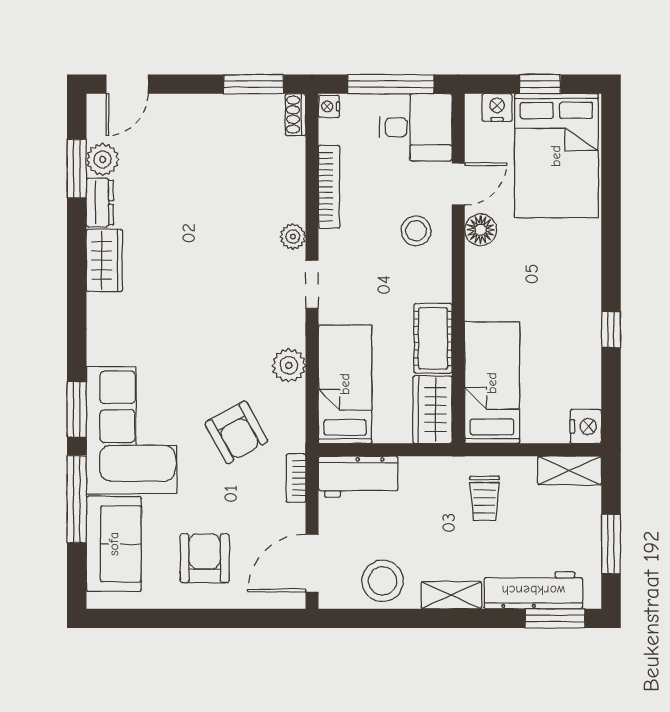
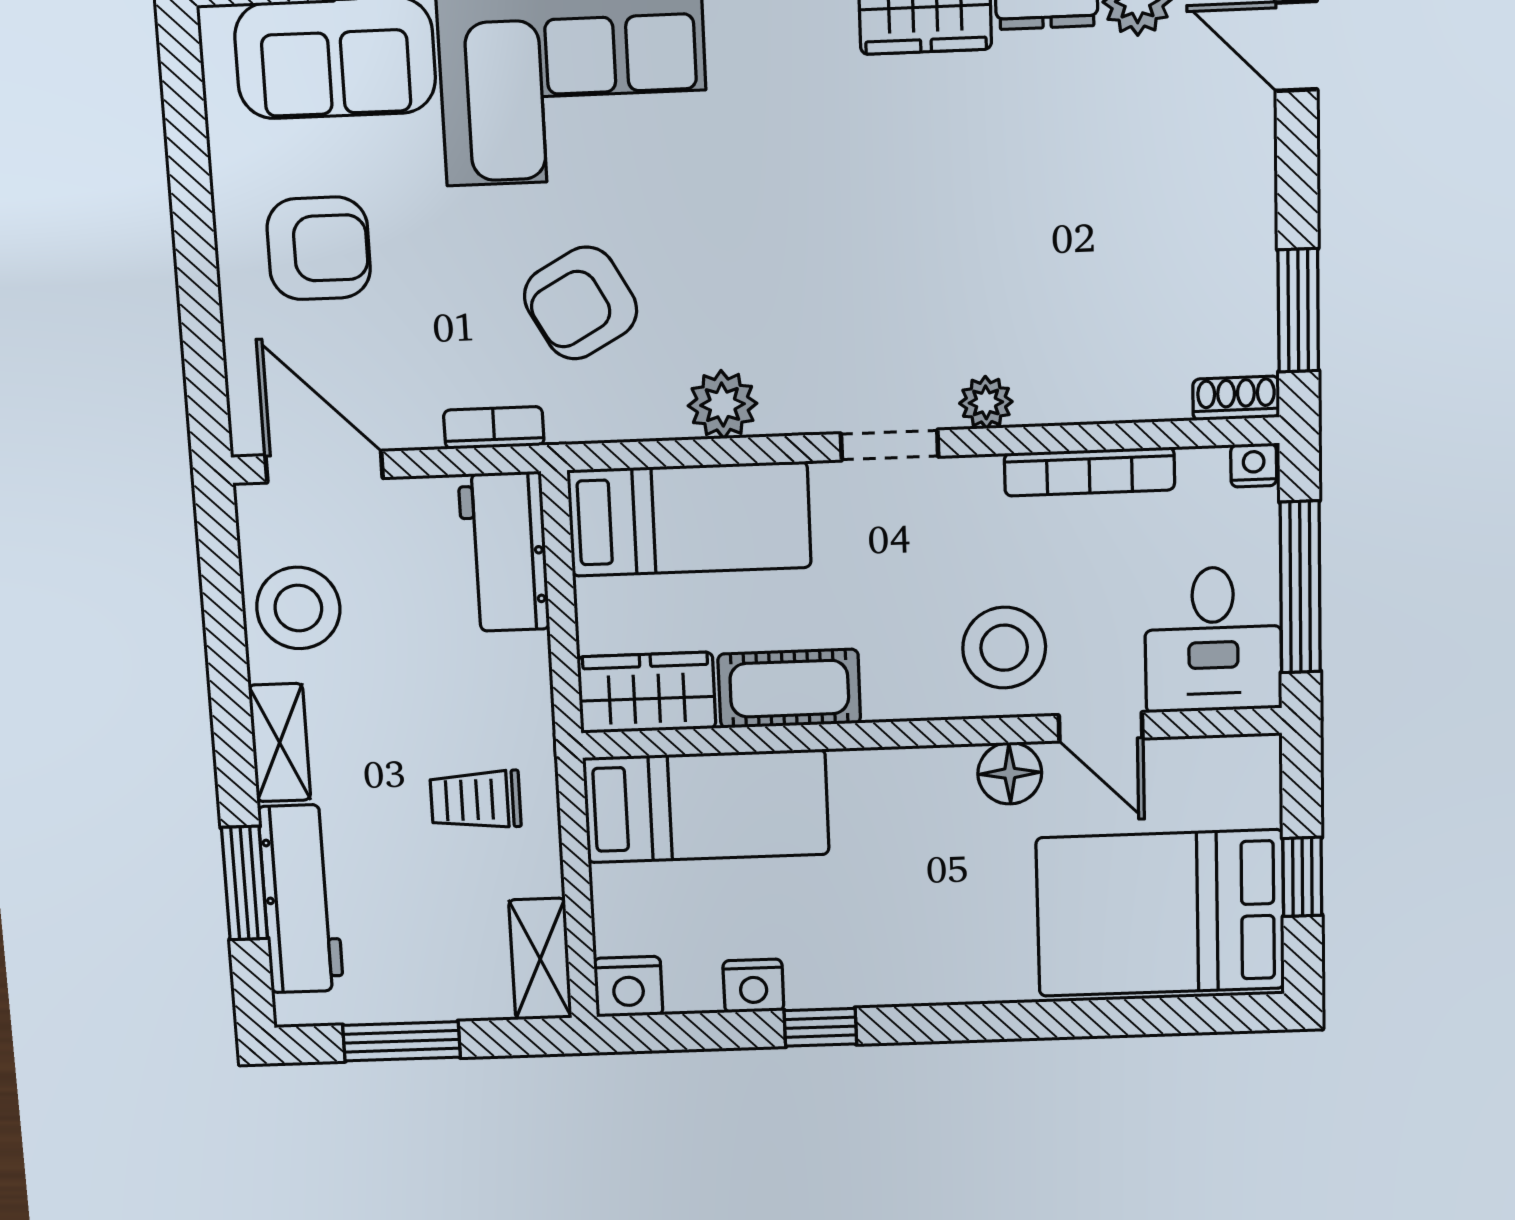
nightstand: (497, 107) -> (753, 986), moved, turned 90
stool: (416, 231) -> (1004, 648), width x1.38, depth x1.38
window: (555, 618) -> (244, 883), moved

